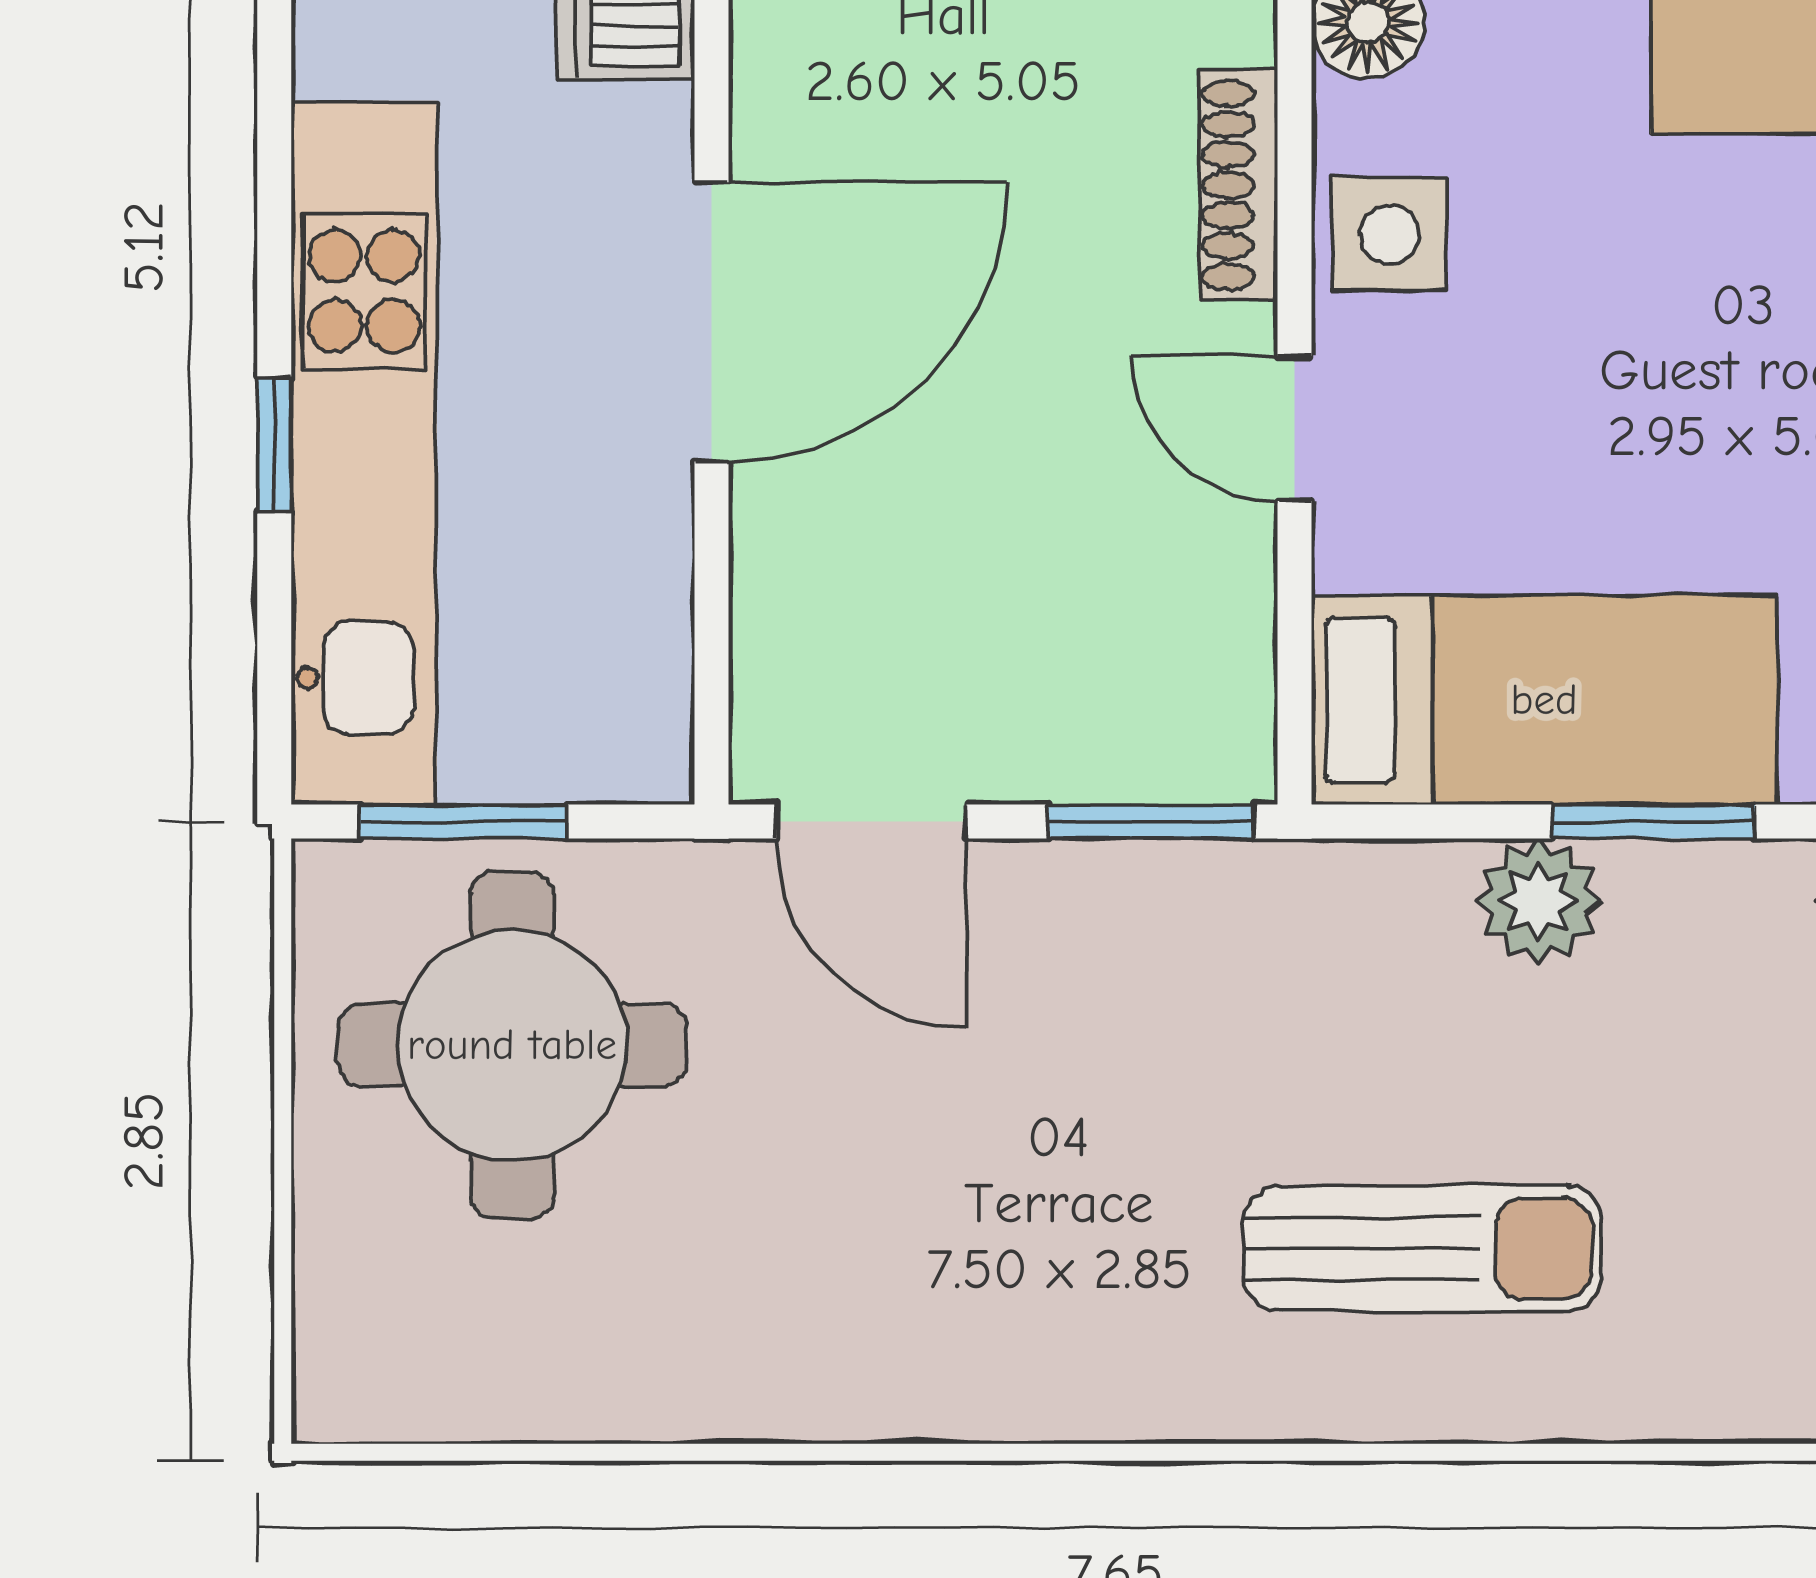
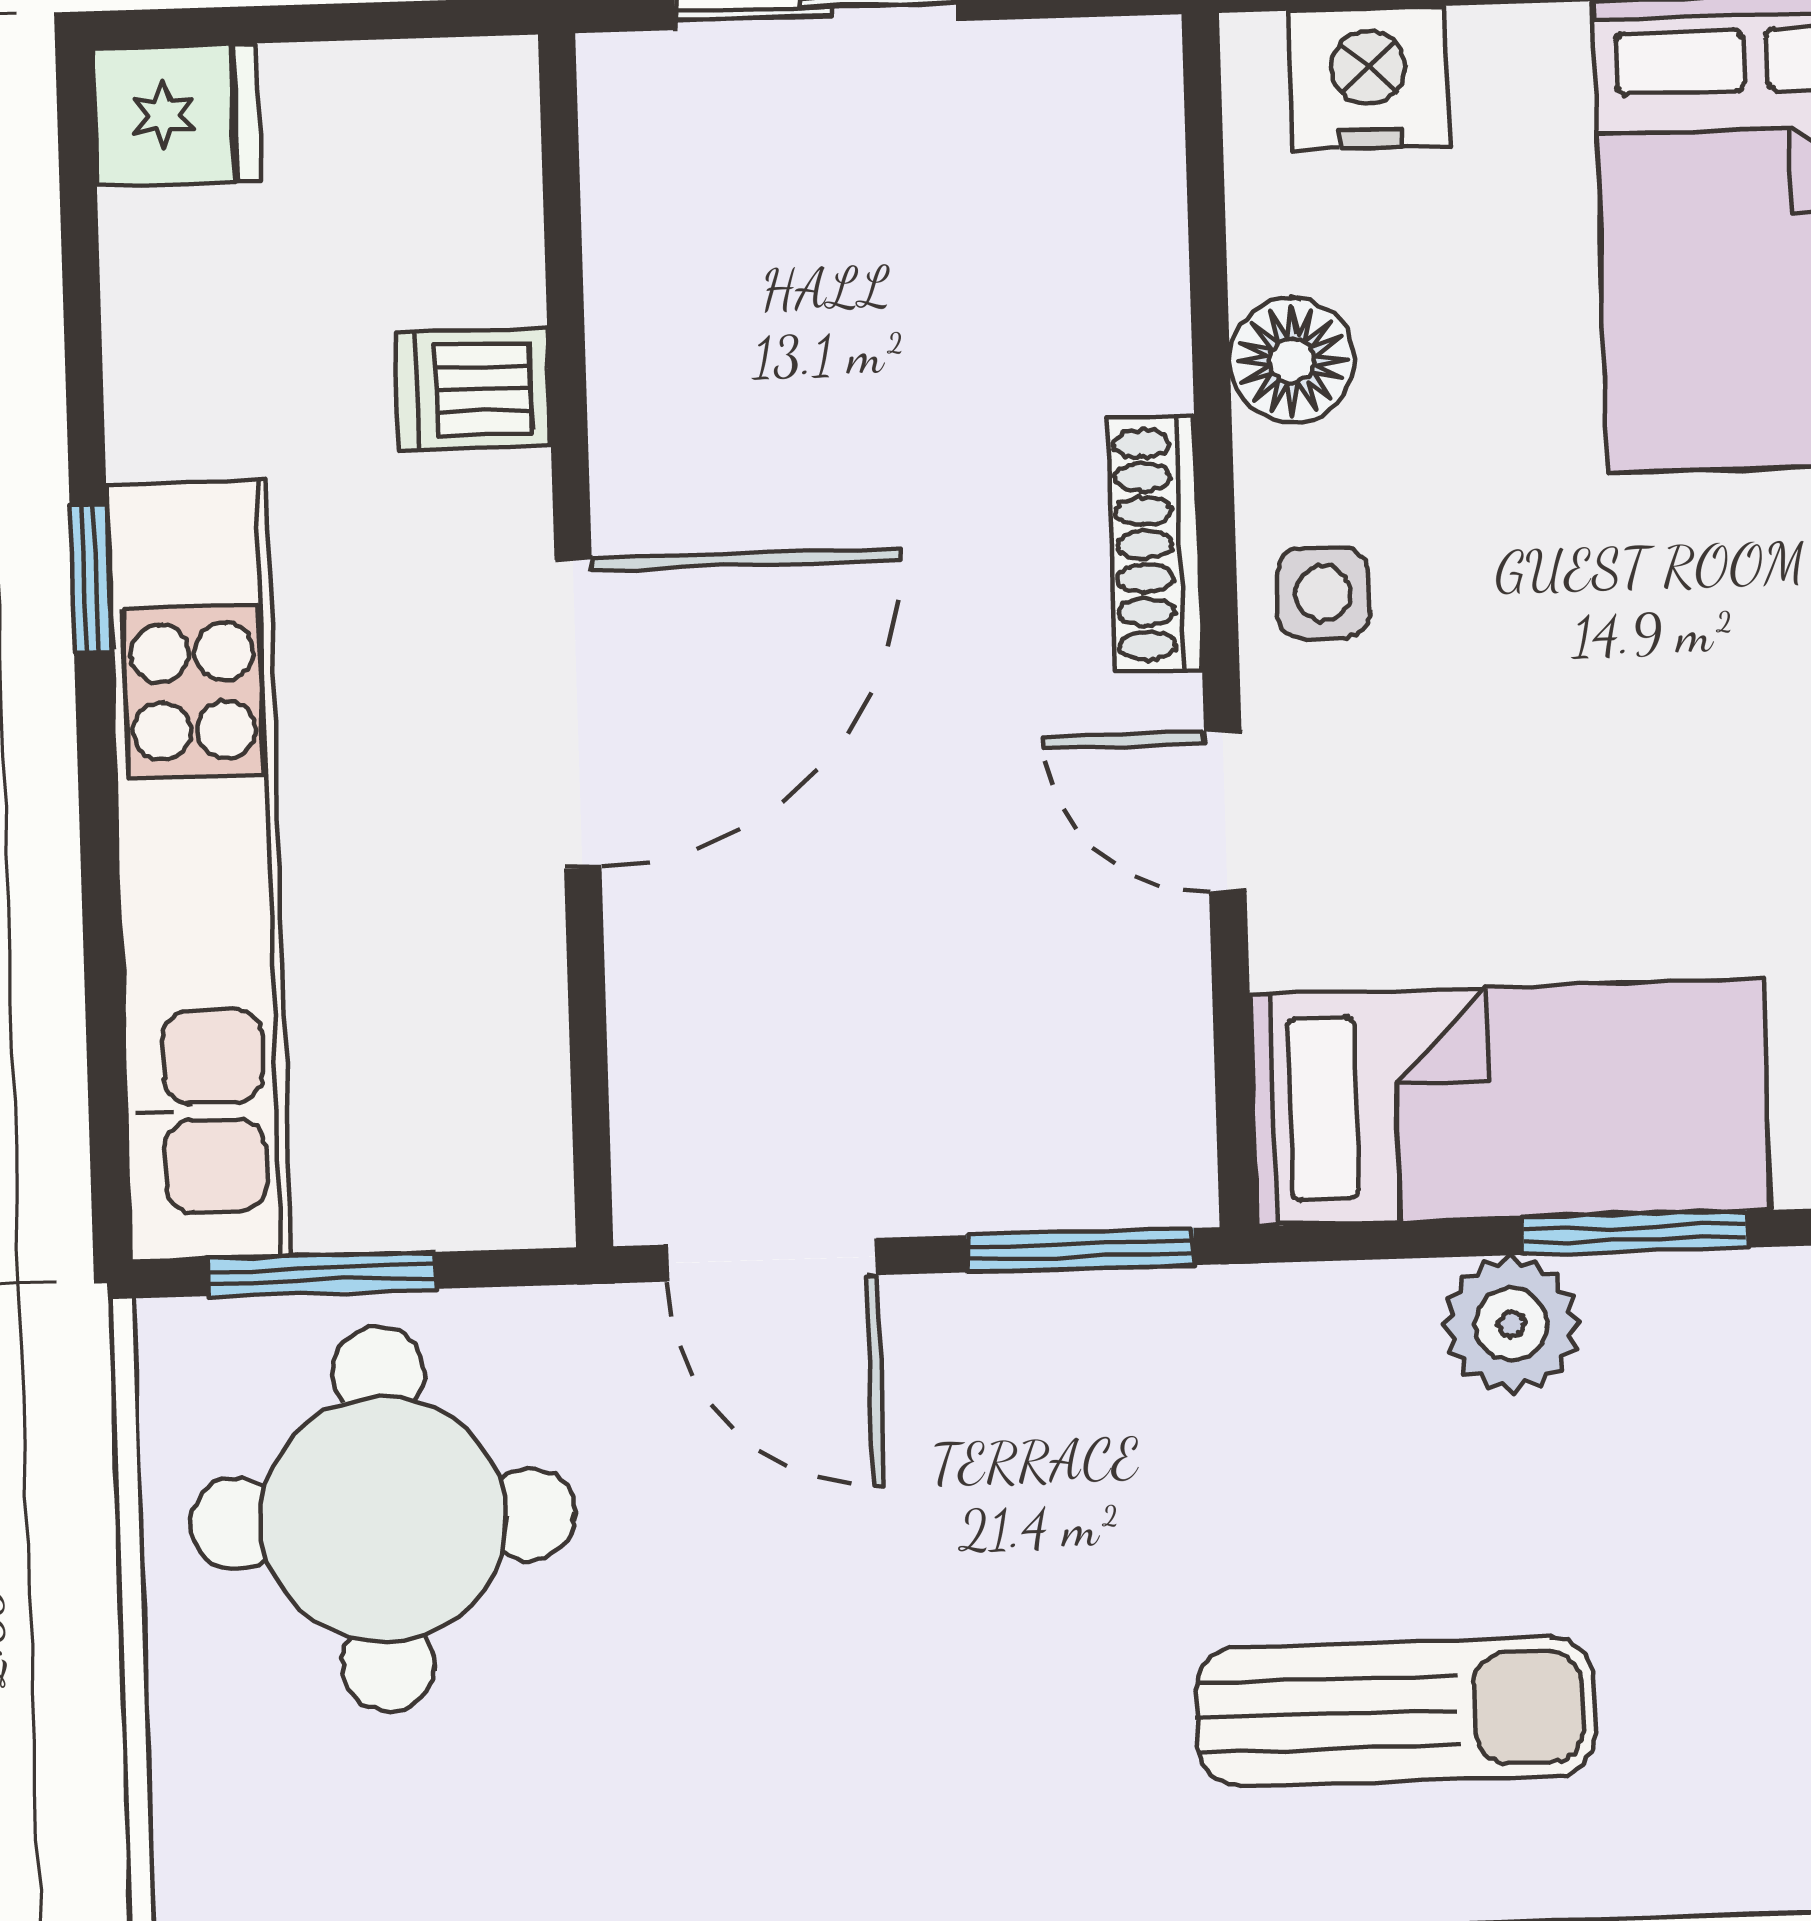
side table: (1389, 234) -> (1323, 593), width x0.73, depth x0.73
window: (274, 444) -> (90, 578), moved

